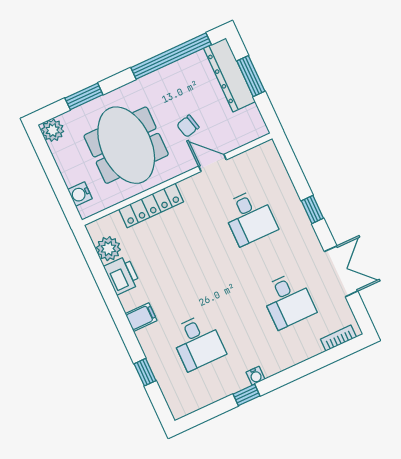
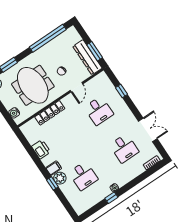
dresser: (229, 75) -> (87, 57), moved
window: (251, 76) -> (95, 51), moved
door: (212, 163) -> (76, 87), swing flipped
window: (312, 209) -> (121, 91), moved
plant: (108, 249) -> (60, 178), moved
window: (145, 372) -> (52, 183), moved

